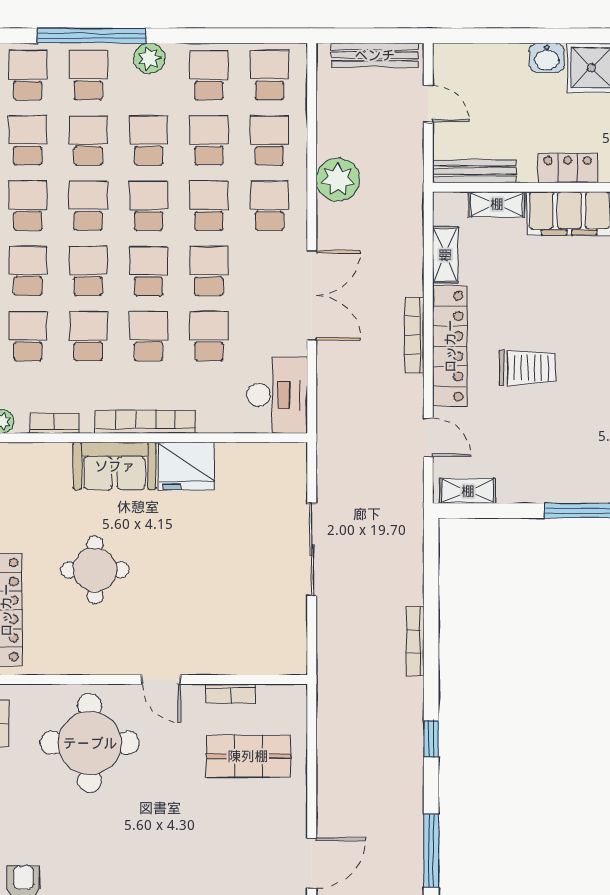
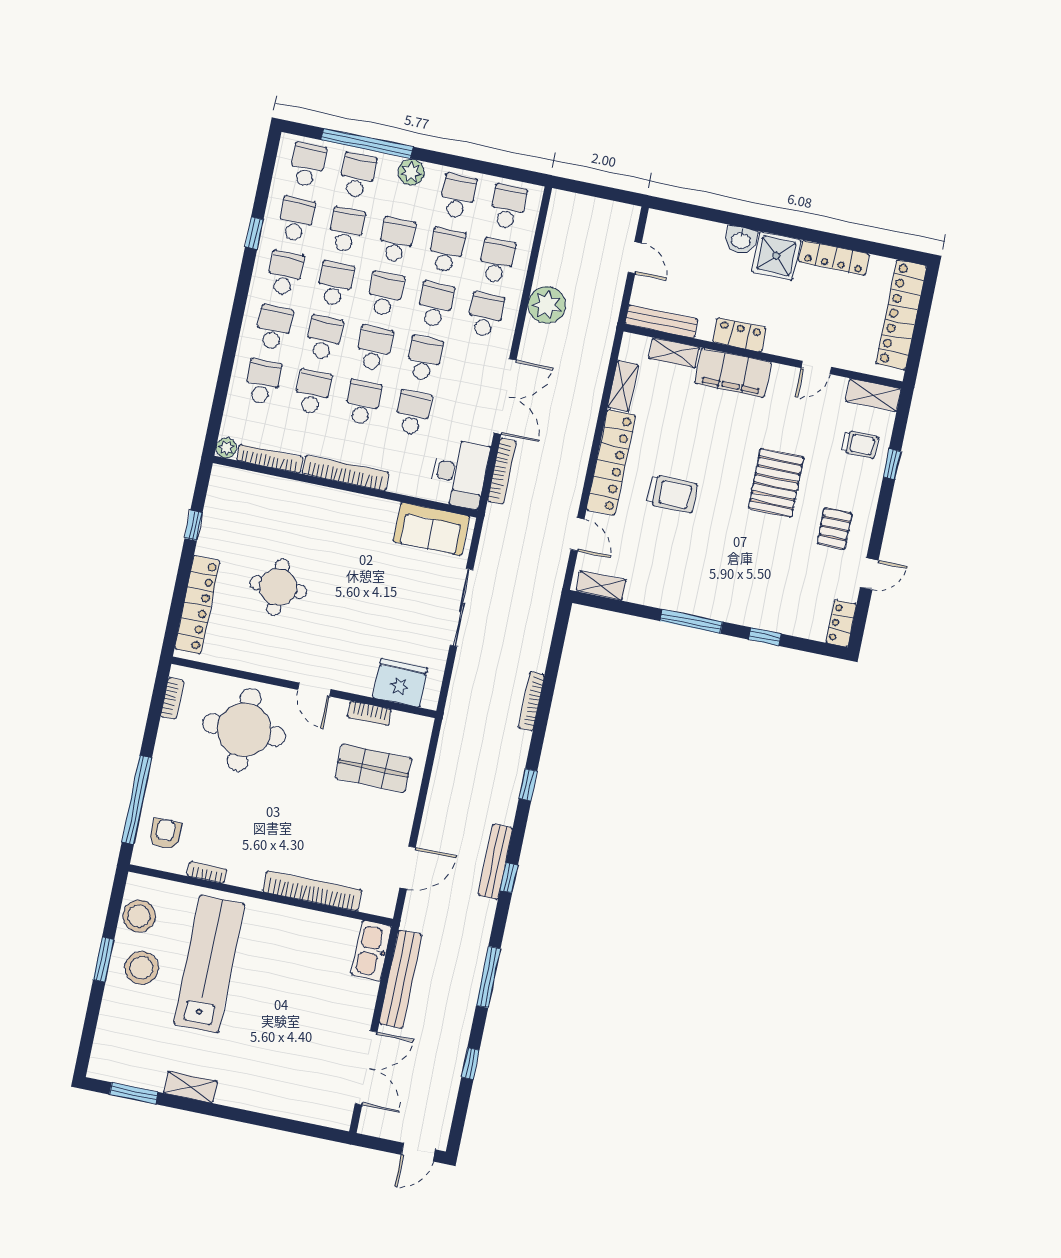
bench: (375, 55) -> (495, 862), moved, turned 90
bookcase: (414, 335) -> (502, 471), moved, turned 180
bookcase: (54, 424) -> (270, 459), width x1.56
sofa: (115, 466) -> (431, 529), moved
fridge: (186, 466) -> (400, 683), moved, turned 180
window: (431, 850) -> (509, 878), width x0.46

